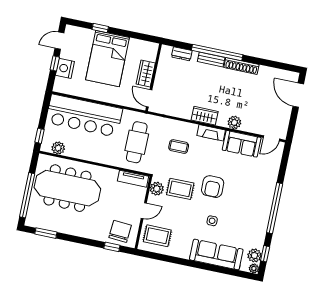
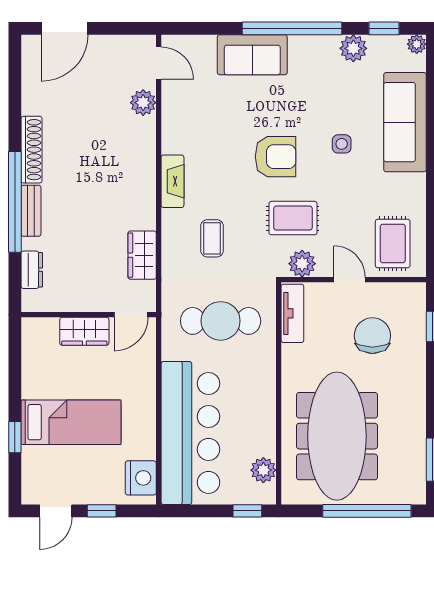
door: (59, 41) -> (56, 511), hinge flipped
bed: (108, 59) -> (71, 422), width x0.67
nightstand: (65, 68) -> (141, 478), moved, turned -90
wardrobe: (205, 116) -> (142, 255), moved
plant: (234, 122) -> (143, 103), moved
sofa: (242, 144) -> (252, 55), moved, turned 90
rug: (180, 189) -> (293, 218), turned 90
chair: (120, 231) -> (372, 336), moved, turned 86
plant: (254, 255) -> (353, 48), moved

